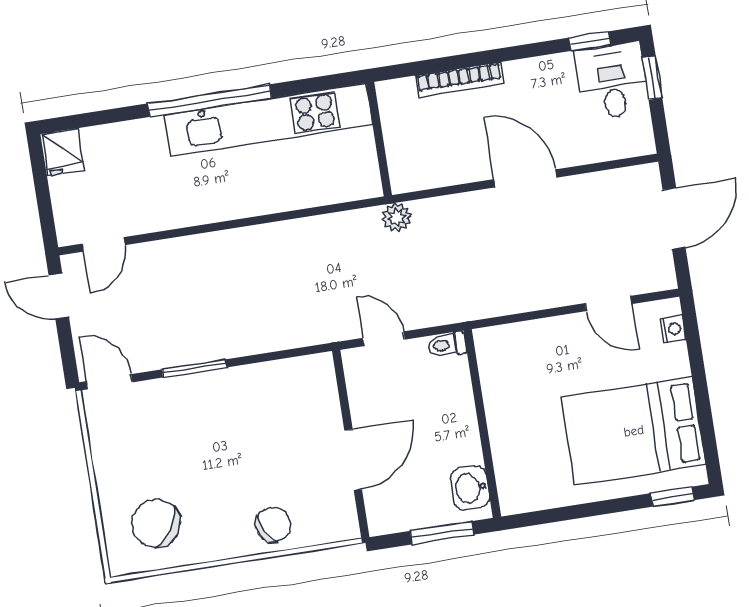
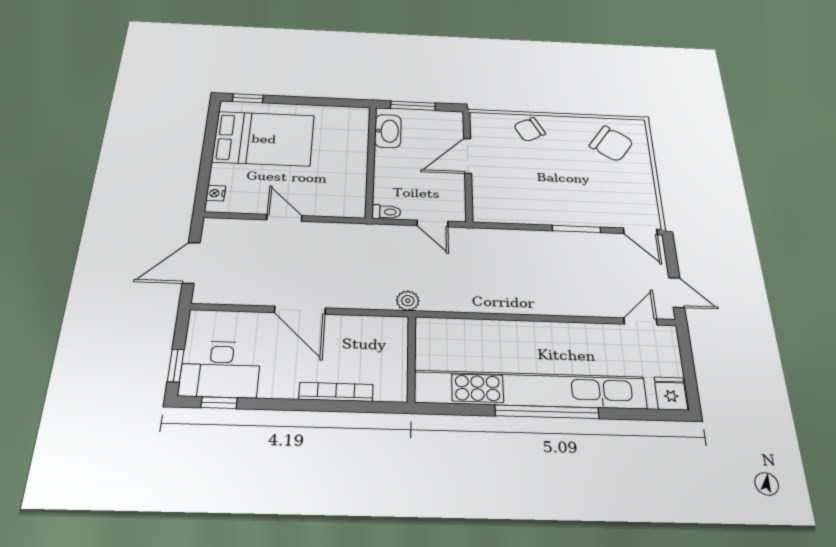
desk: (612, 81) -> (220, 369), width x1.37
kitchen unit: (268, 120) -> (531, 390), width x1.36
door: (608, 304) -> (284, 218), moved
washbasin: (470, 488) -> (388, 131), width x1.38

